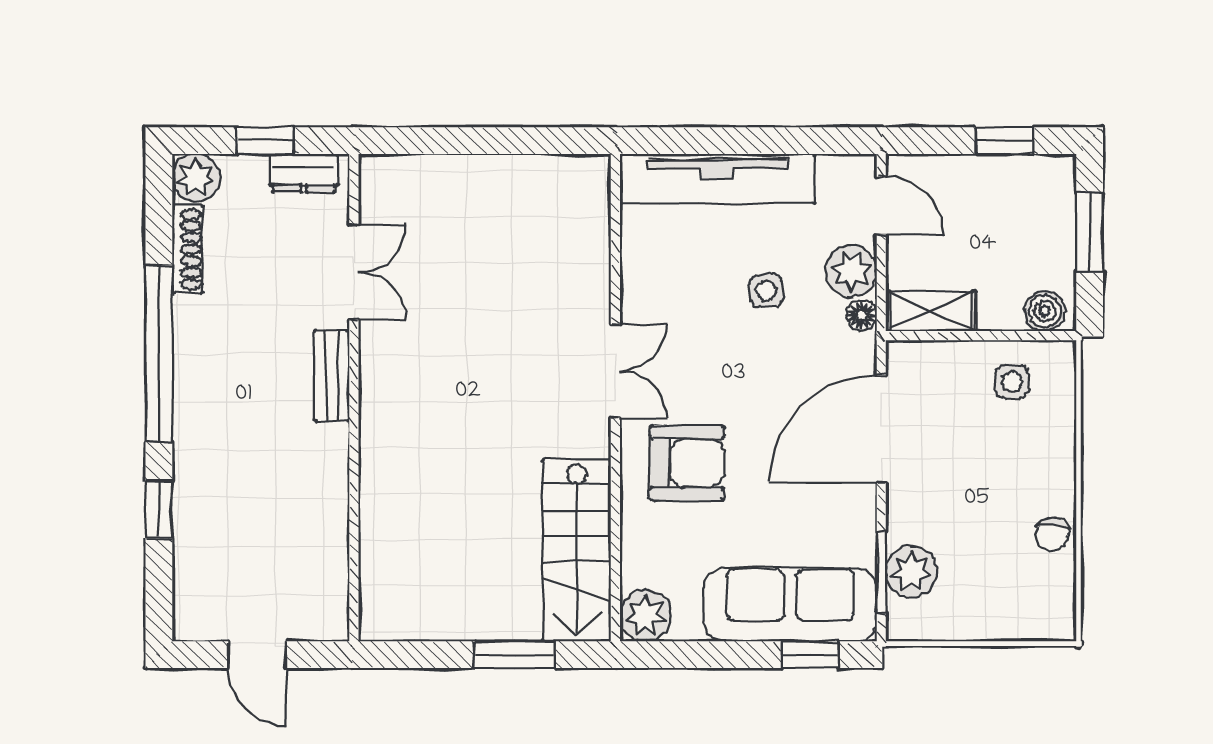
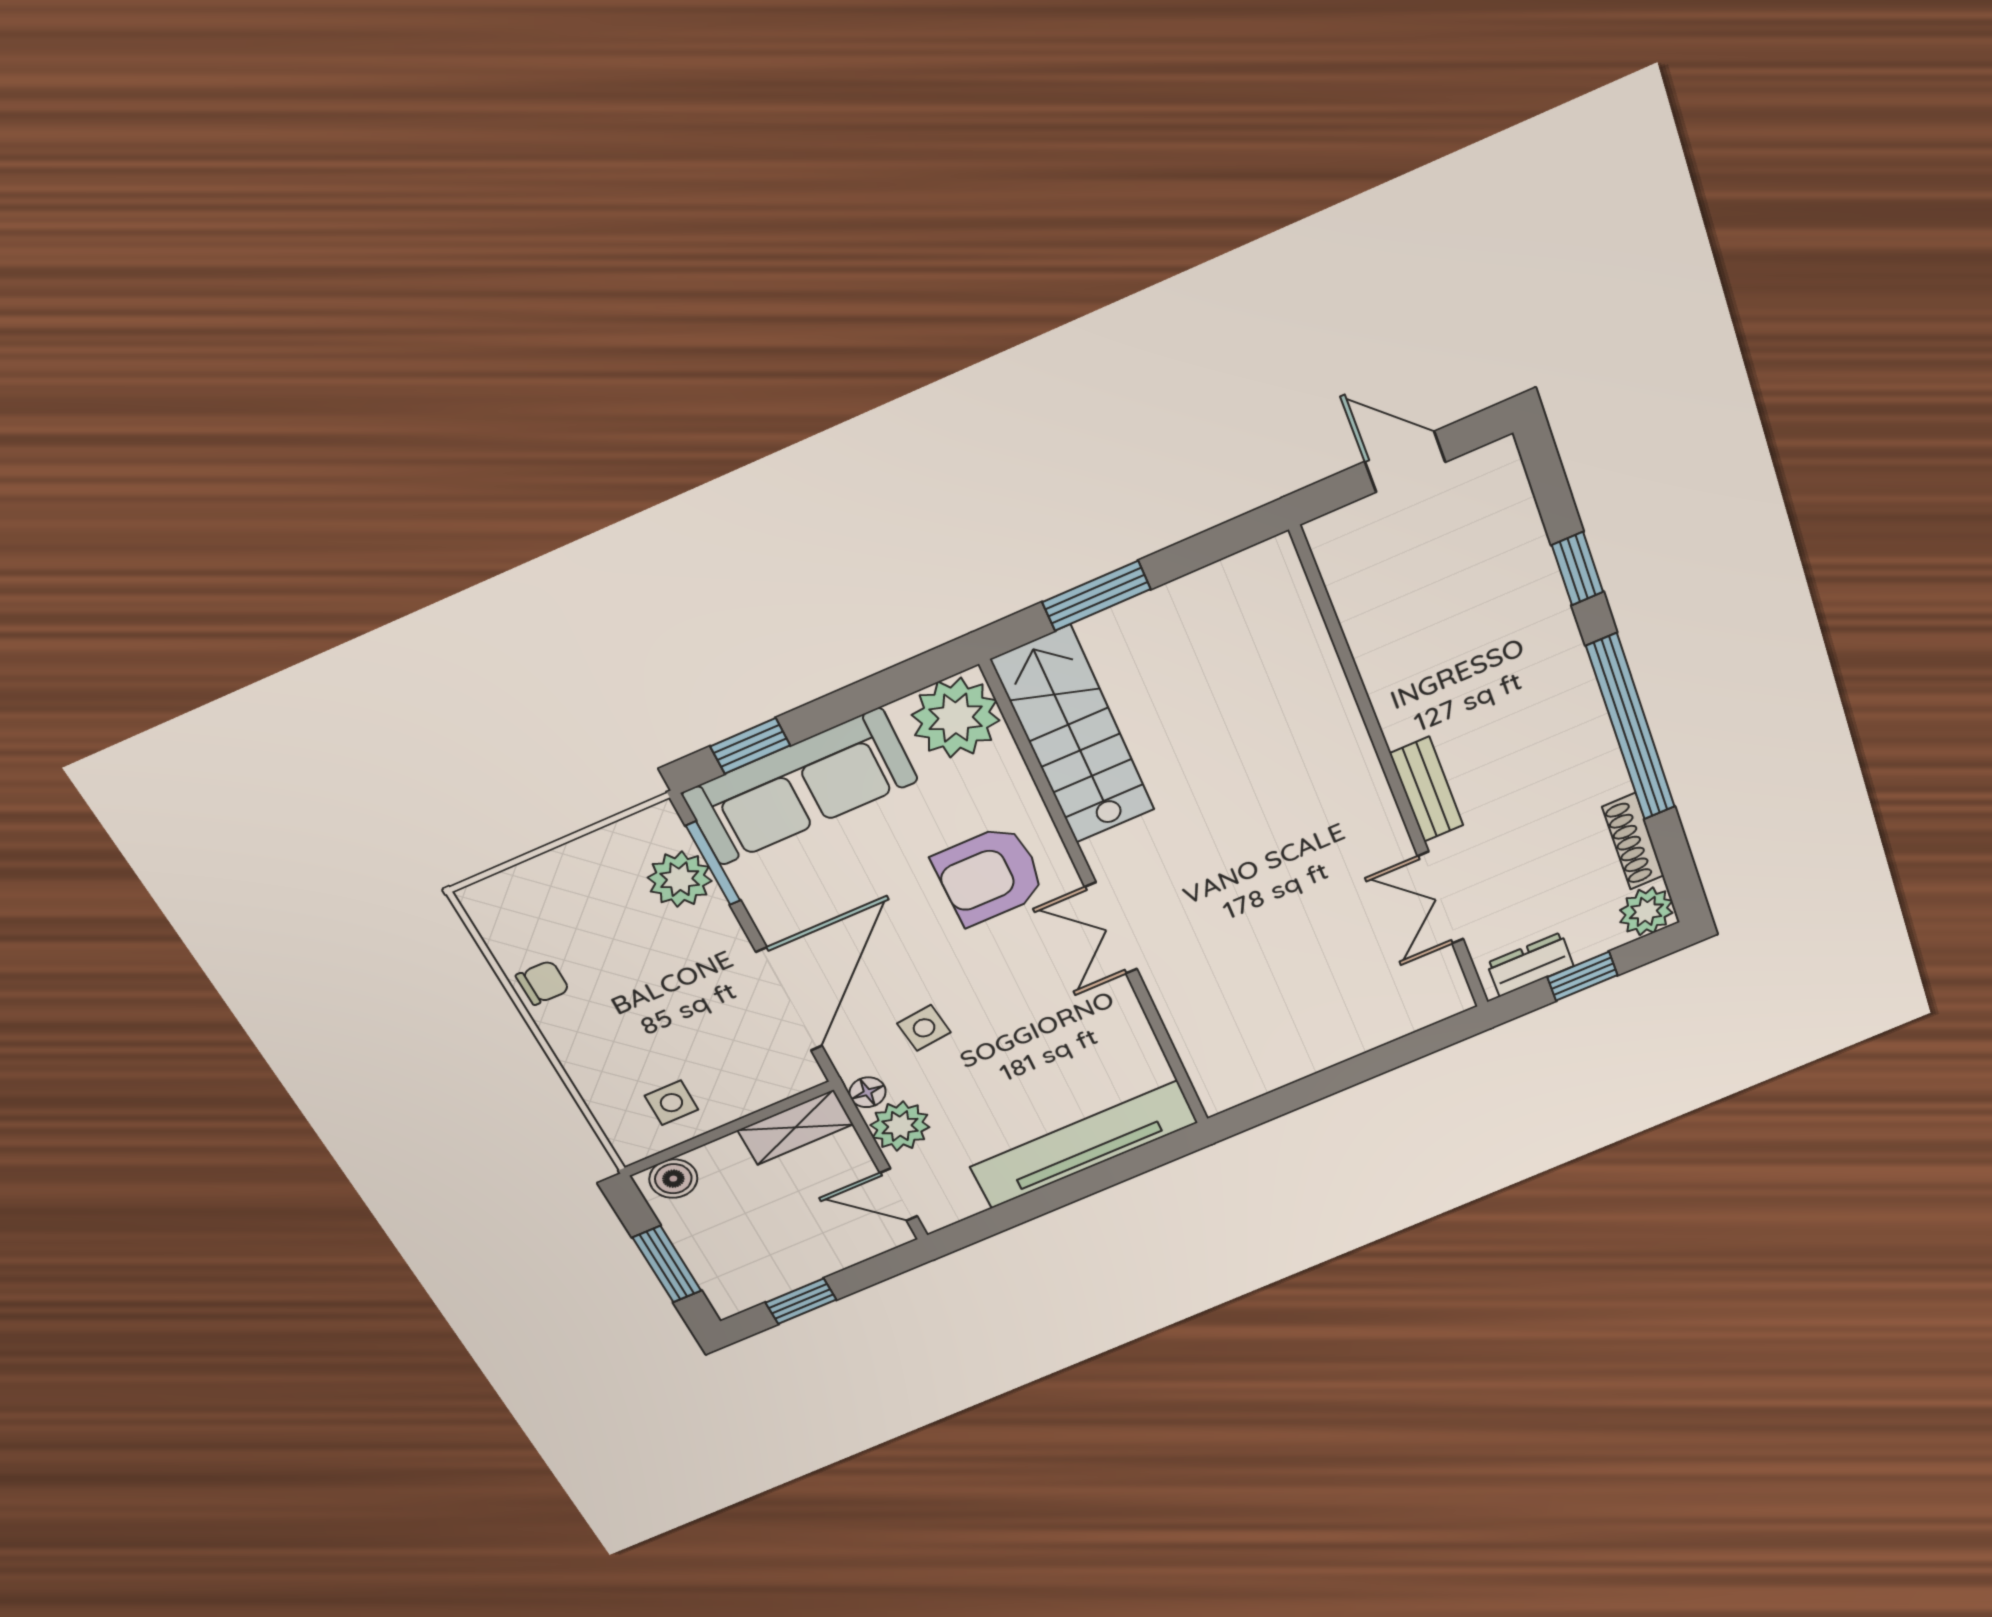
side table: (766, 291) -> (924, 1028), moved
chair: (1052, 534) -> (543, 983), turned 90
plant: (646, 616) -> (956, 718), width x1.36, depth x1.36

